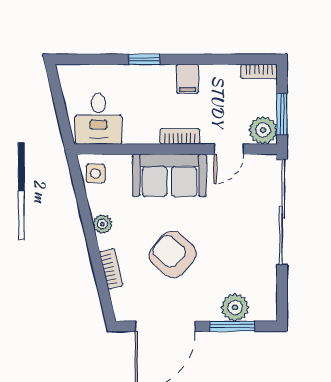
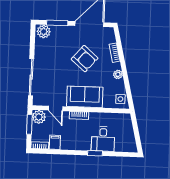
filing cabinet: (187, 79) -> (55, 142), moved
desk: (98, 119) -> (103, 139), moved, turned 180
door: (229, 149) -> (56, 108), swing flipped
sliding door: (282, 212) -> (31, 77), width x0.73
plant: (235, 307) -> (44, 31), moved

